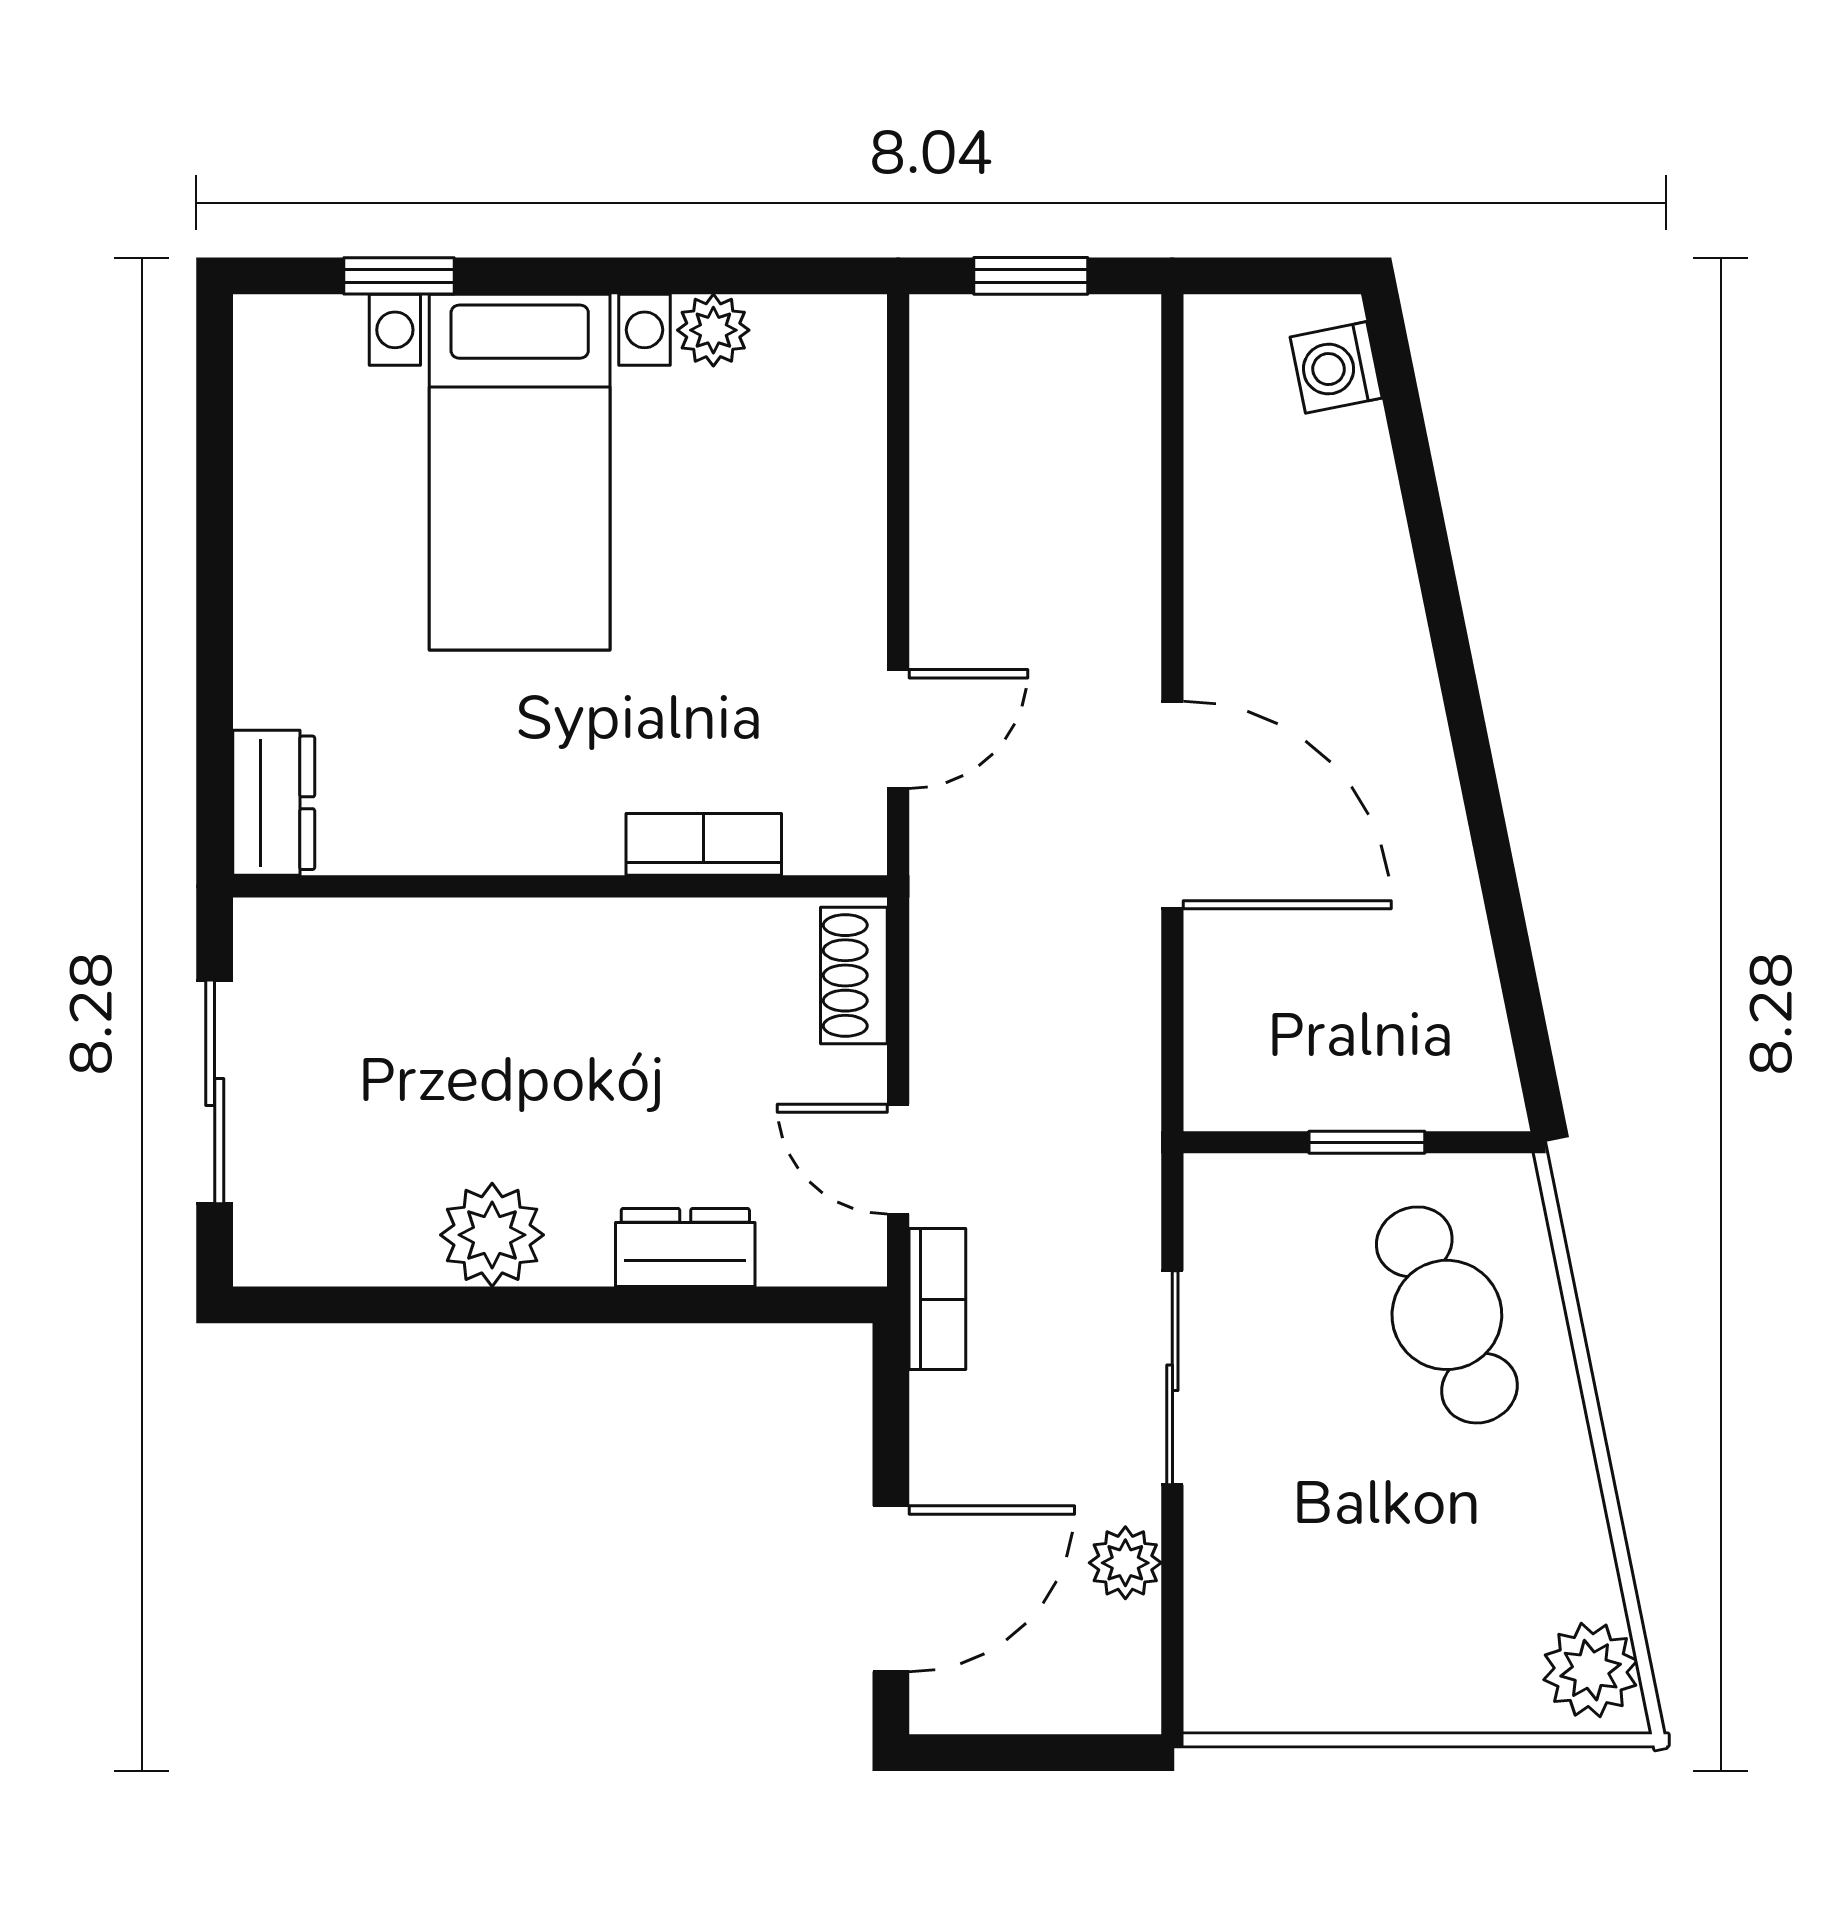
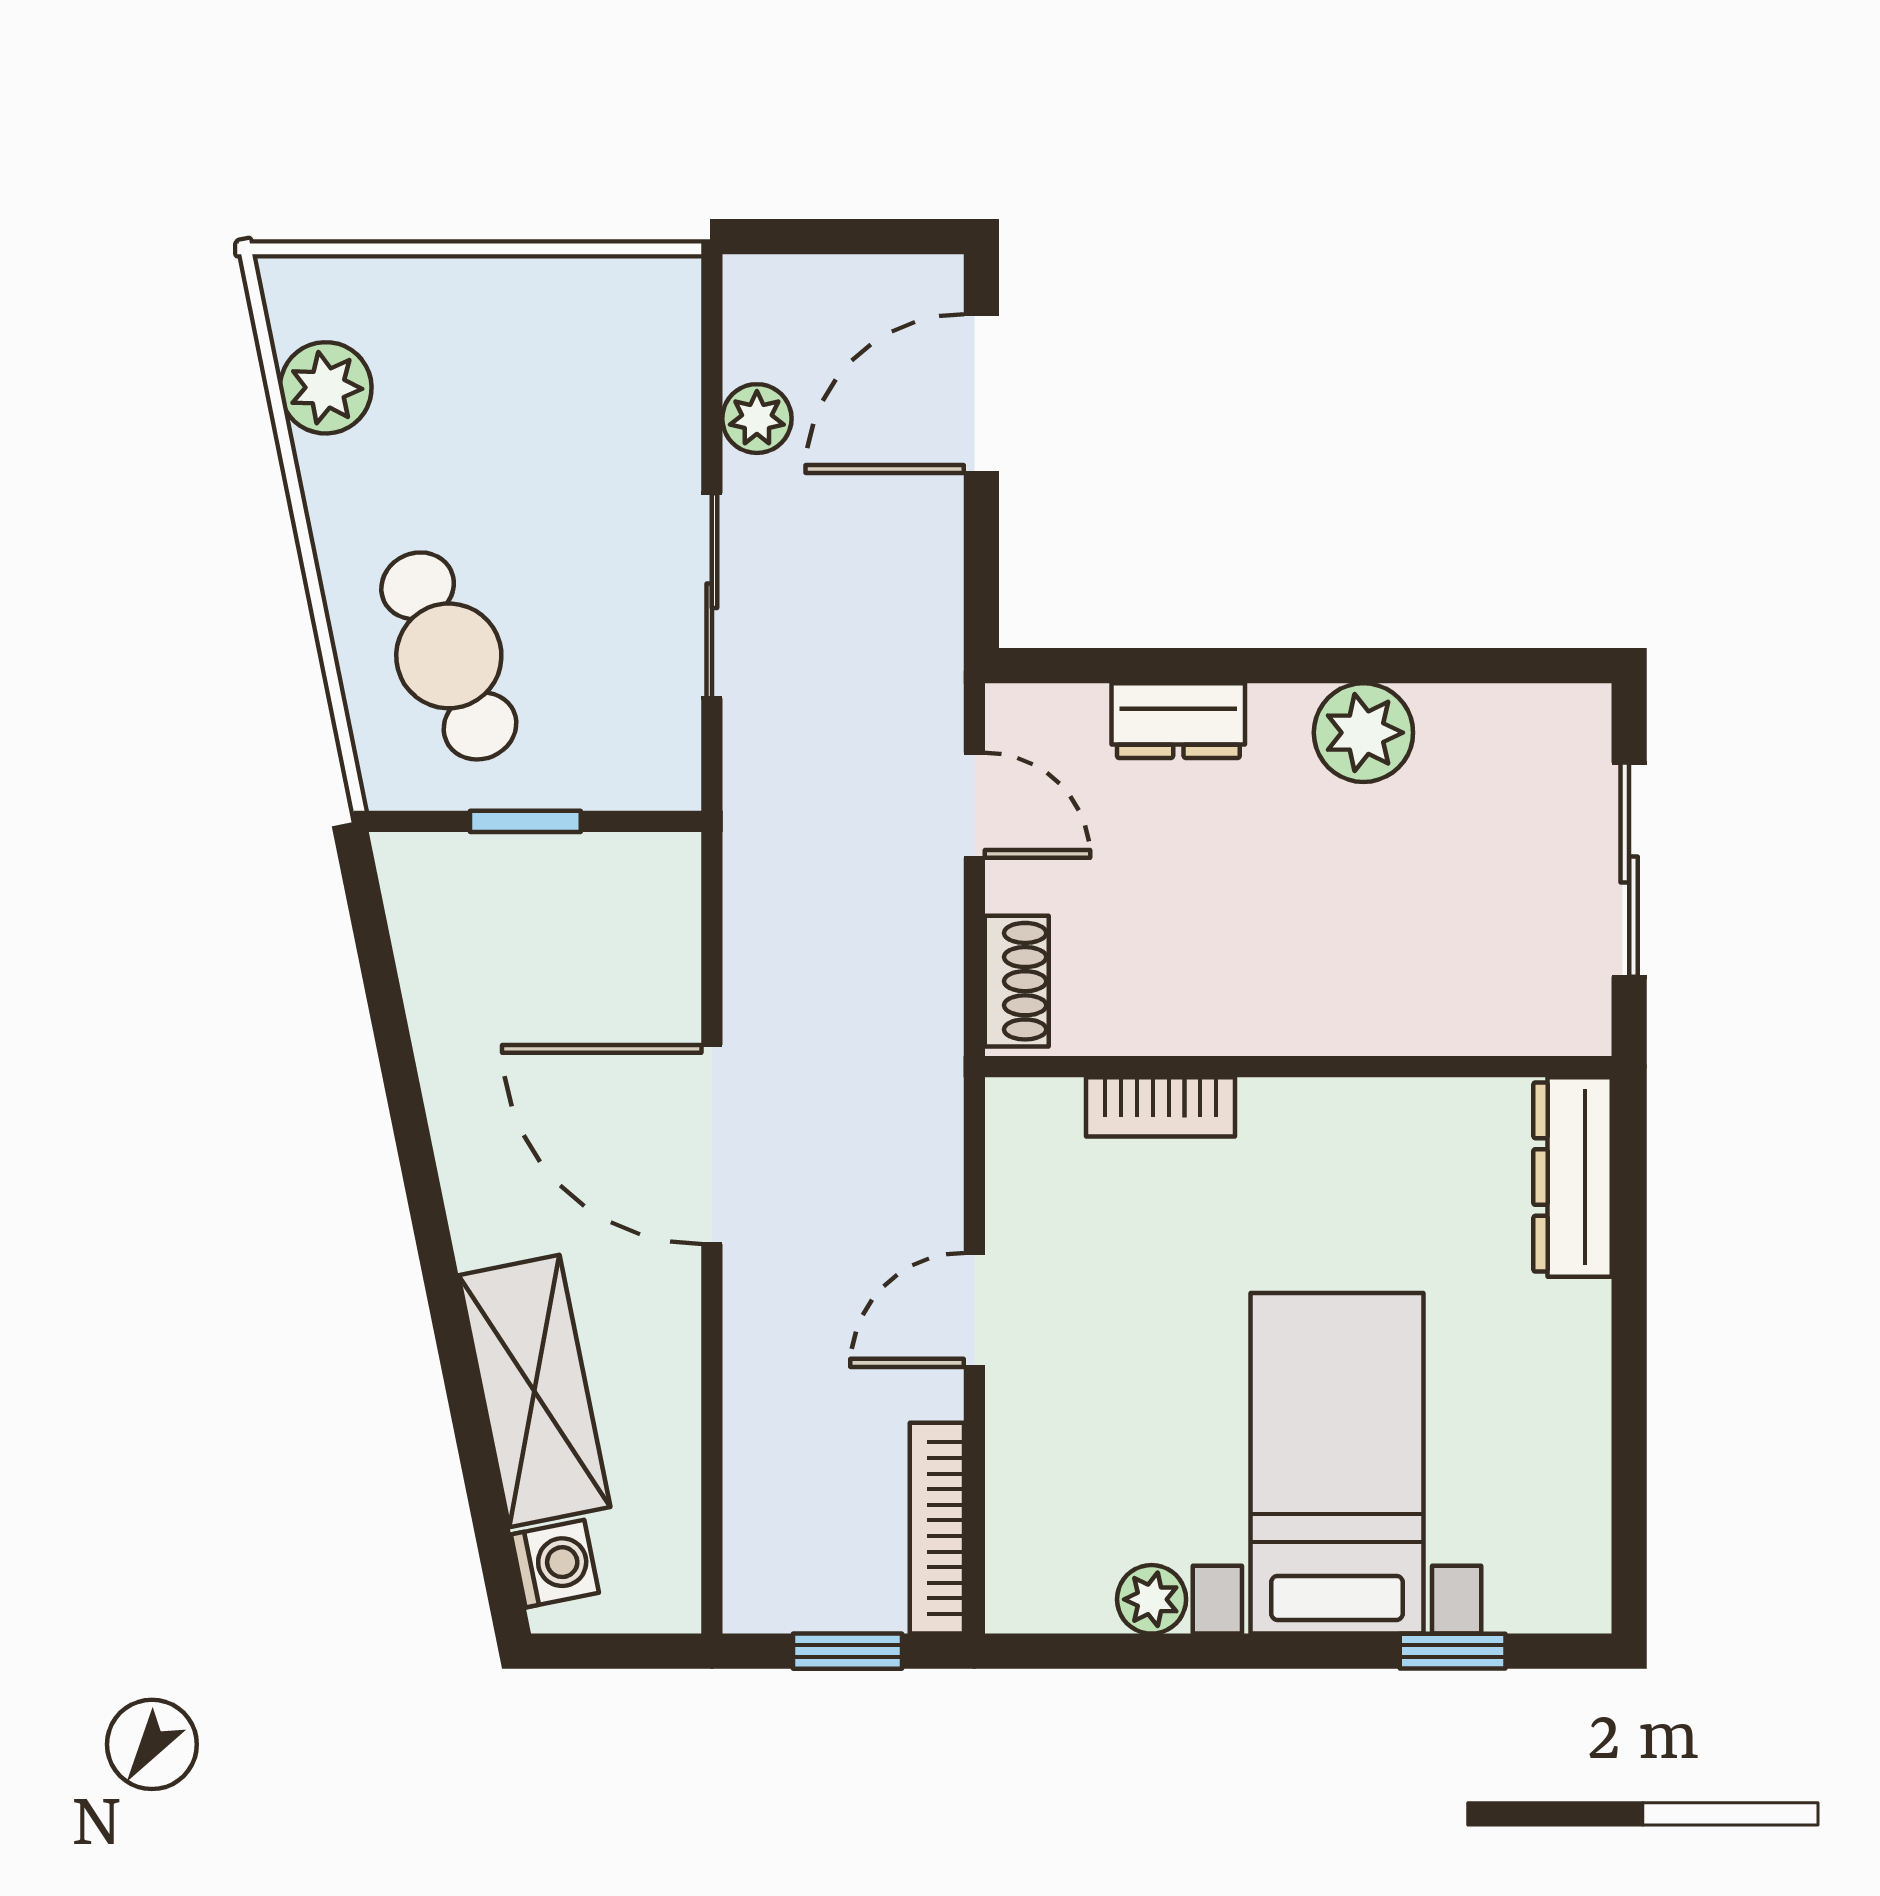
shelving: (1358, 548) -> (534, 1391), added
door: (898, 729) -> (974, 1310), moved
dresser: (274, 803) -> (1573, 1177), width x1.44
bookcase: (937, 1299) -> (937, 1528), moved, width x1.56
plant: (1591, 1670) -> (326, 388), moved

